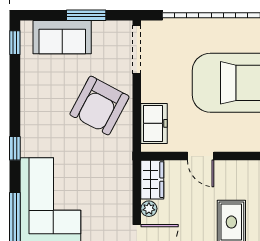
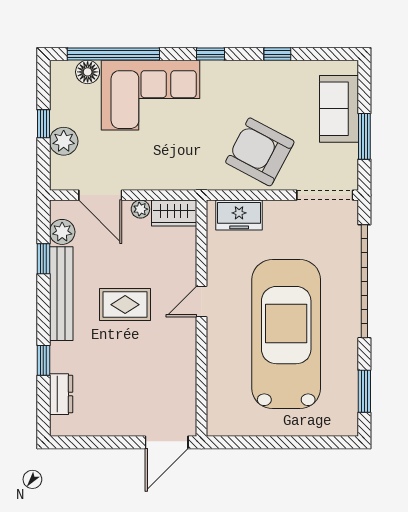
window: (15, 43) -> (277, 54), moved
door: (201, 156) -> (201, 302), moved

